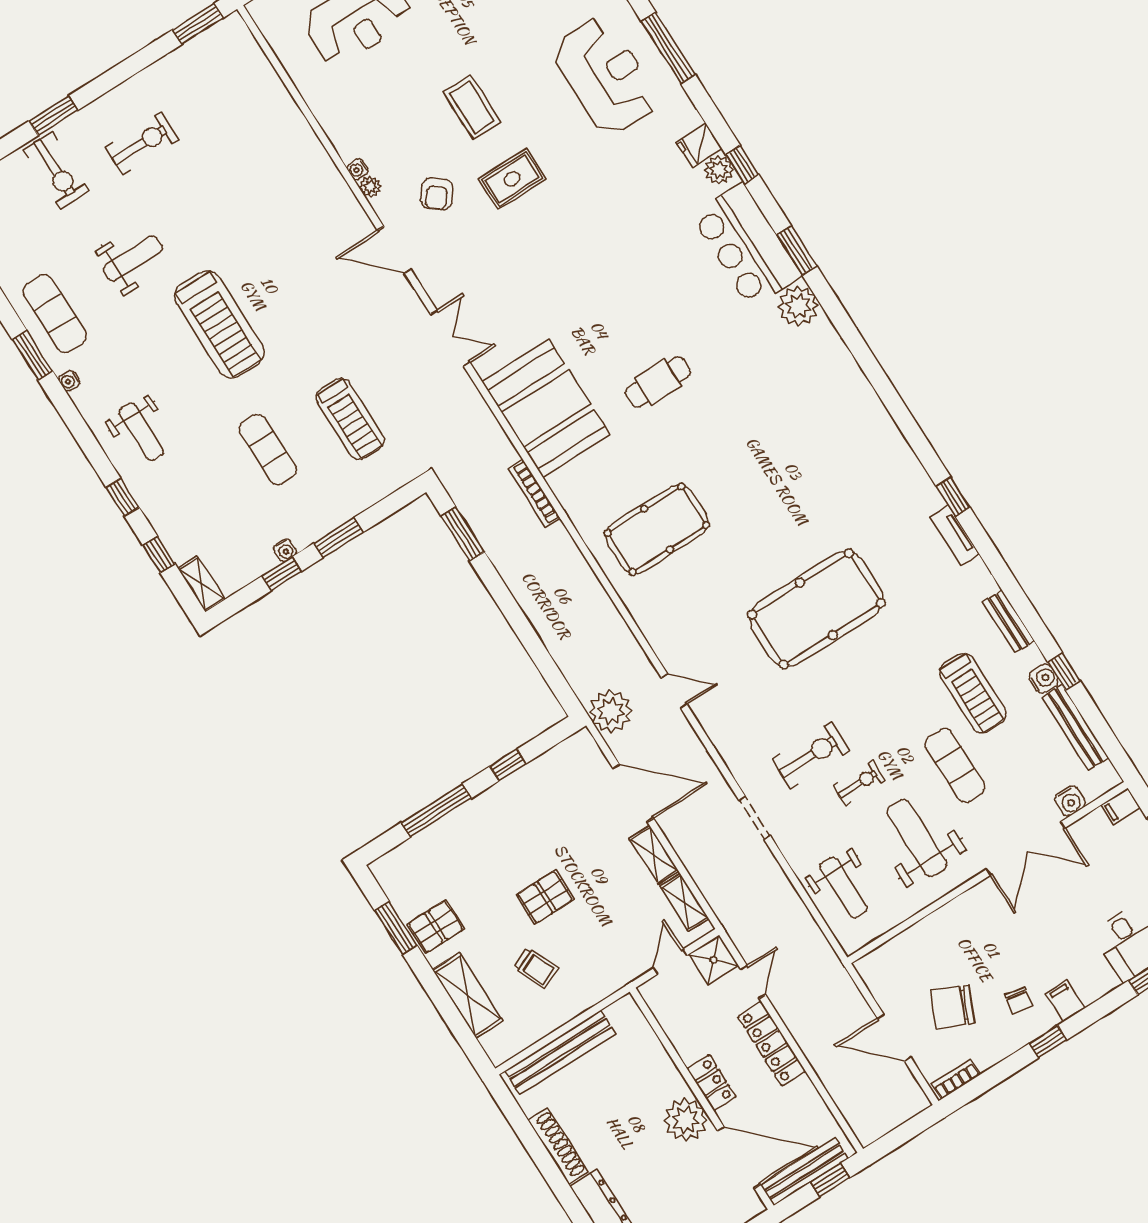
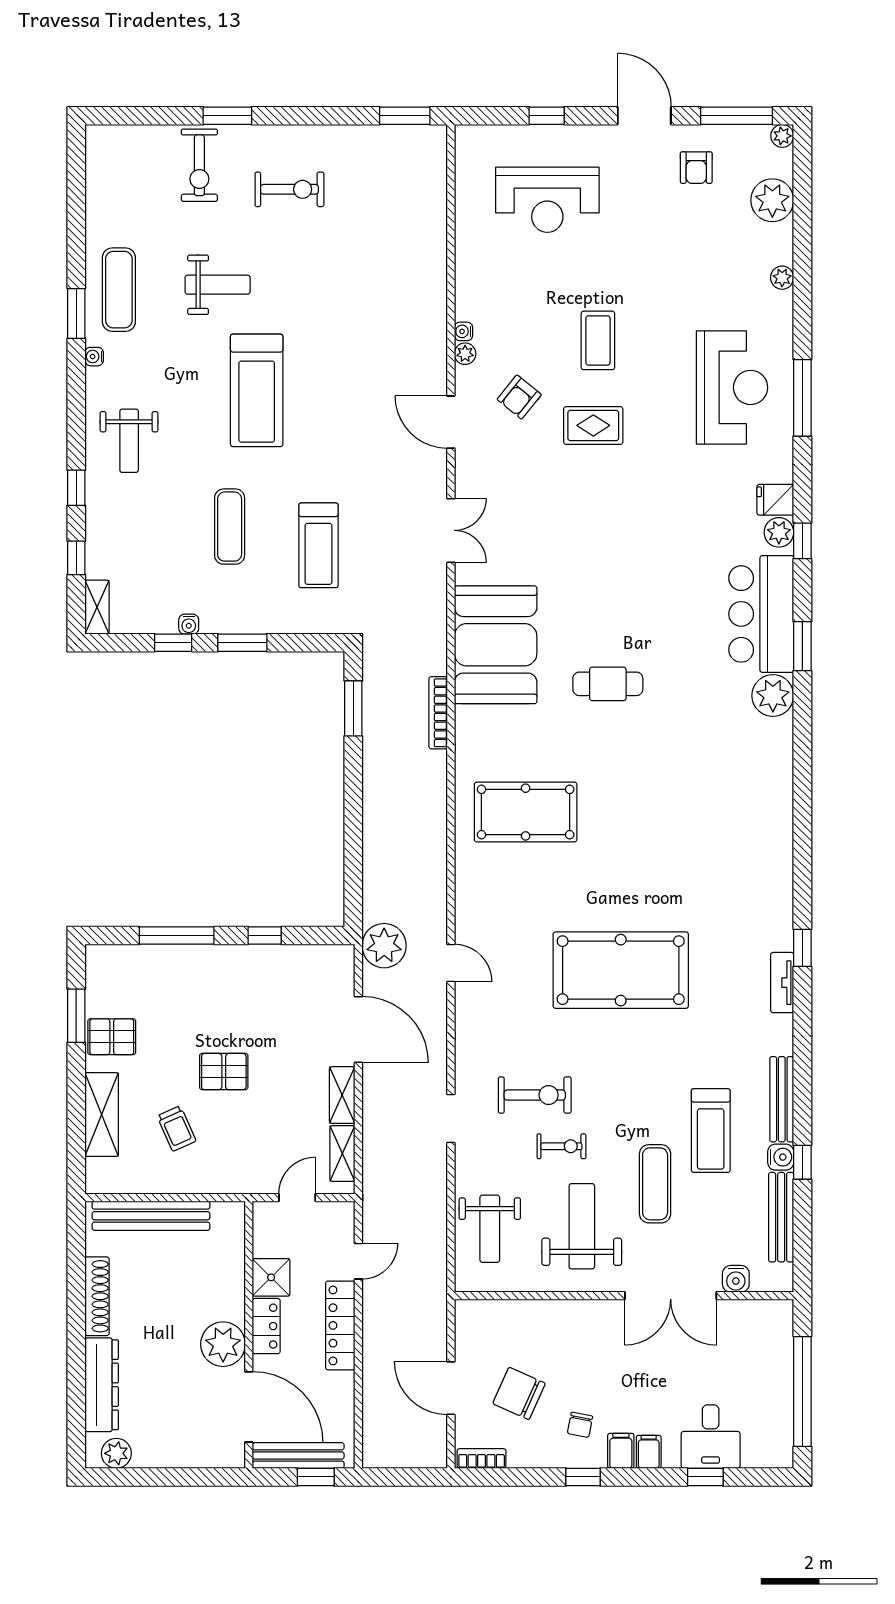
bench: (1009, 622) -> (782, 1099), width x1.36
filing cabinet: (1121, 806) -> (649, 1452), moved, turned 90
shower: (714, 960) -> (271, 1277), moved

